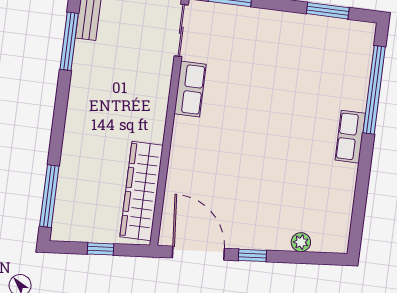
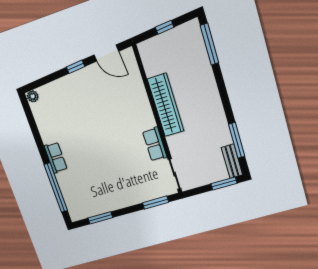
wardrobe: (141, 191) -> (166, 105), moved
plant: (301, 242) -> (33, 96), moved
door: (198, 253) -> (106, 53), width x0.73

